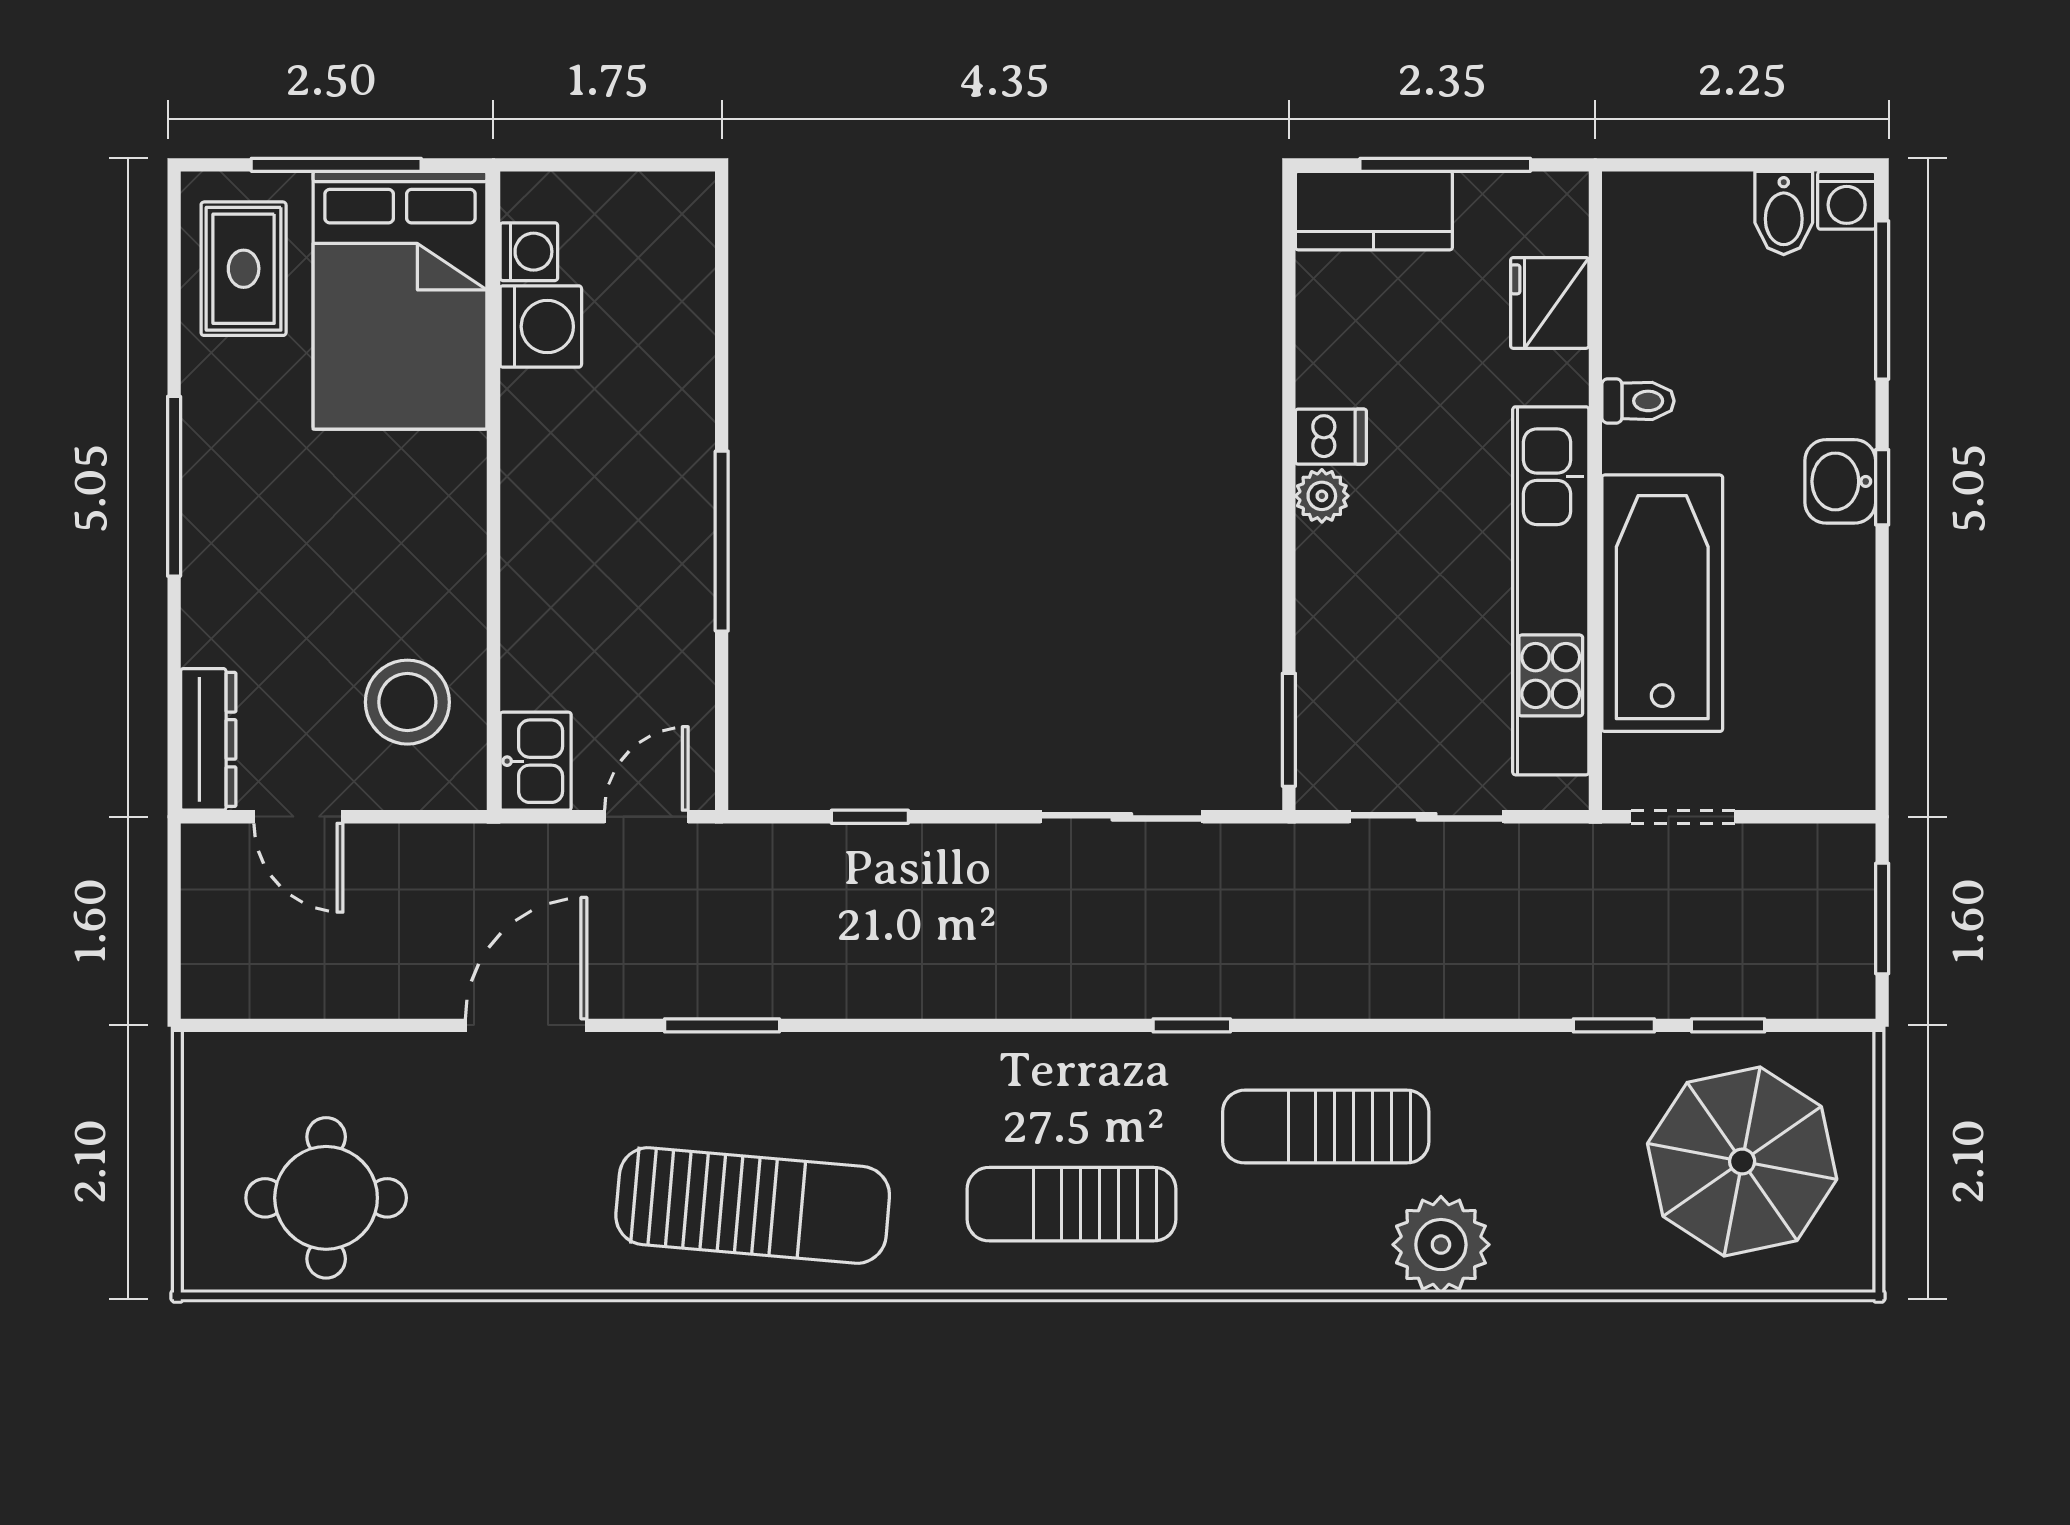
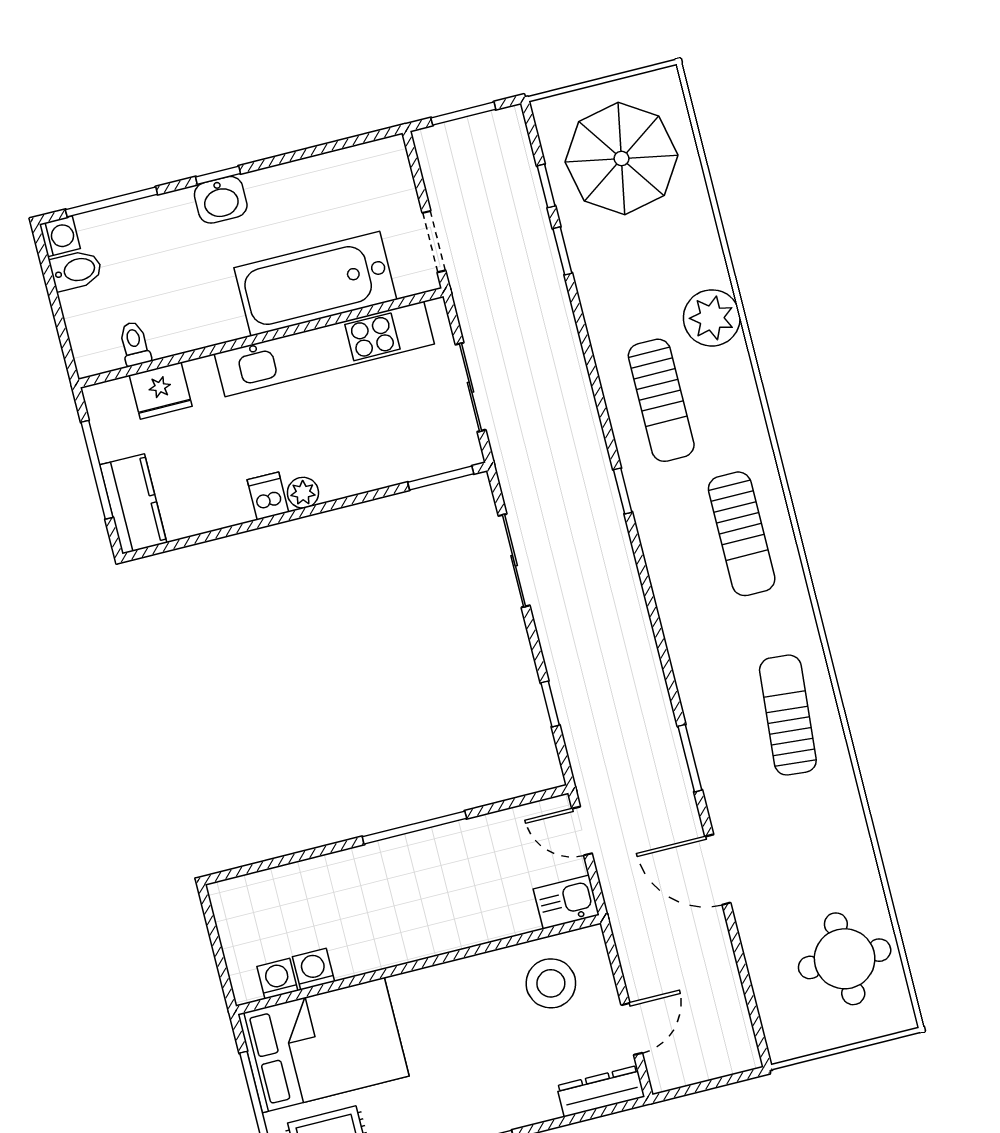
washing machine: (541, 327) -> (313, 969), width x0.73, depth x0.73
toilet: (1638, 401) -> (135, 344), moved
sun lounger: (753, 1205) -> (788, 715), width x0.73, depth x0.75

